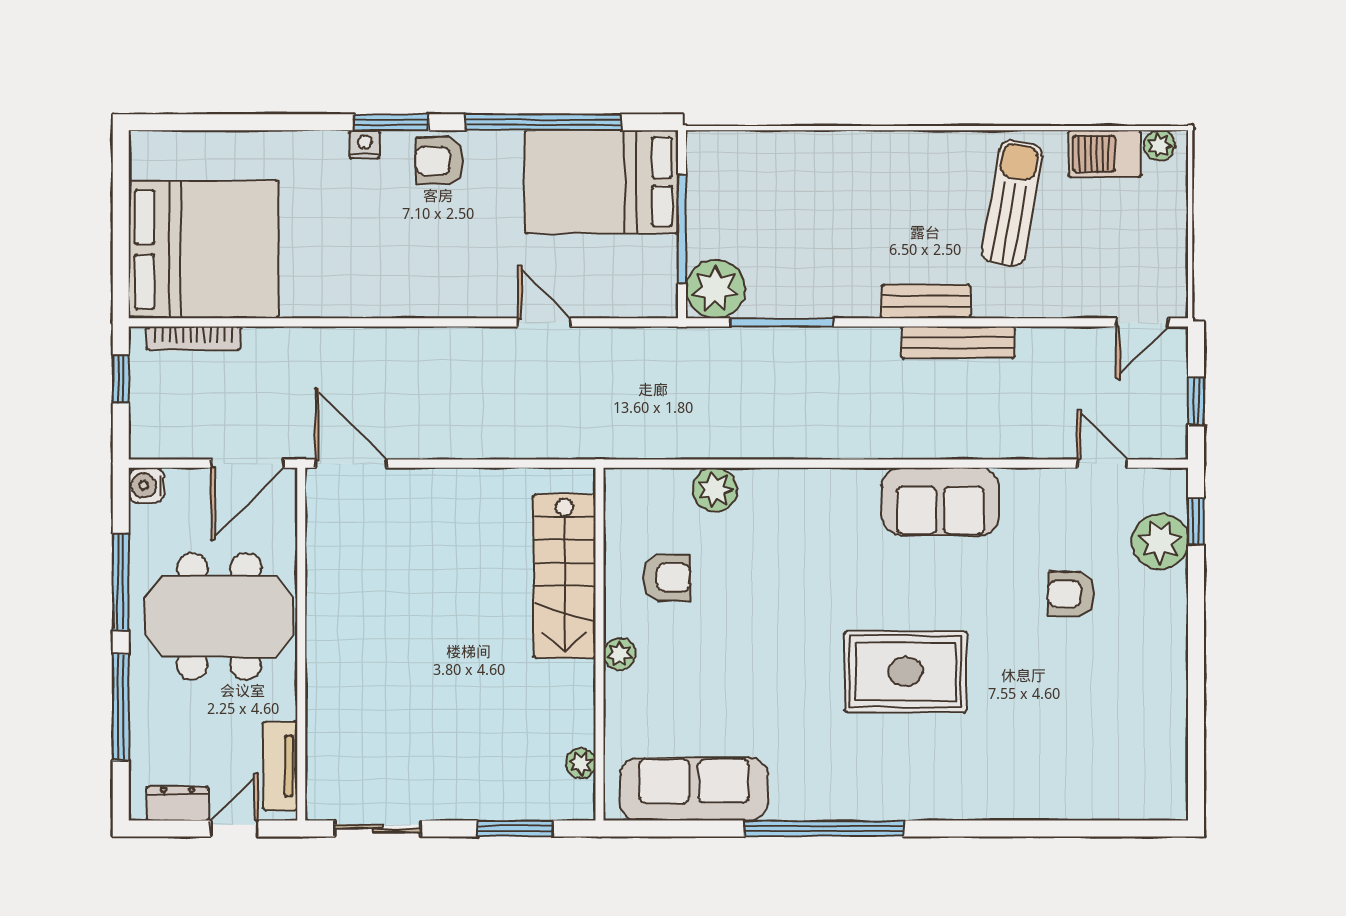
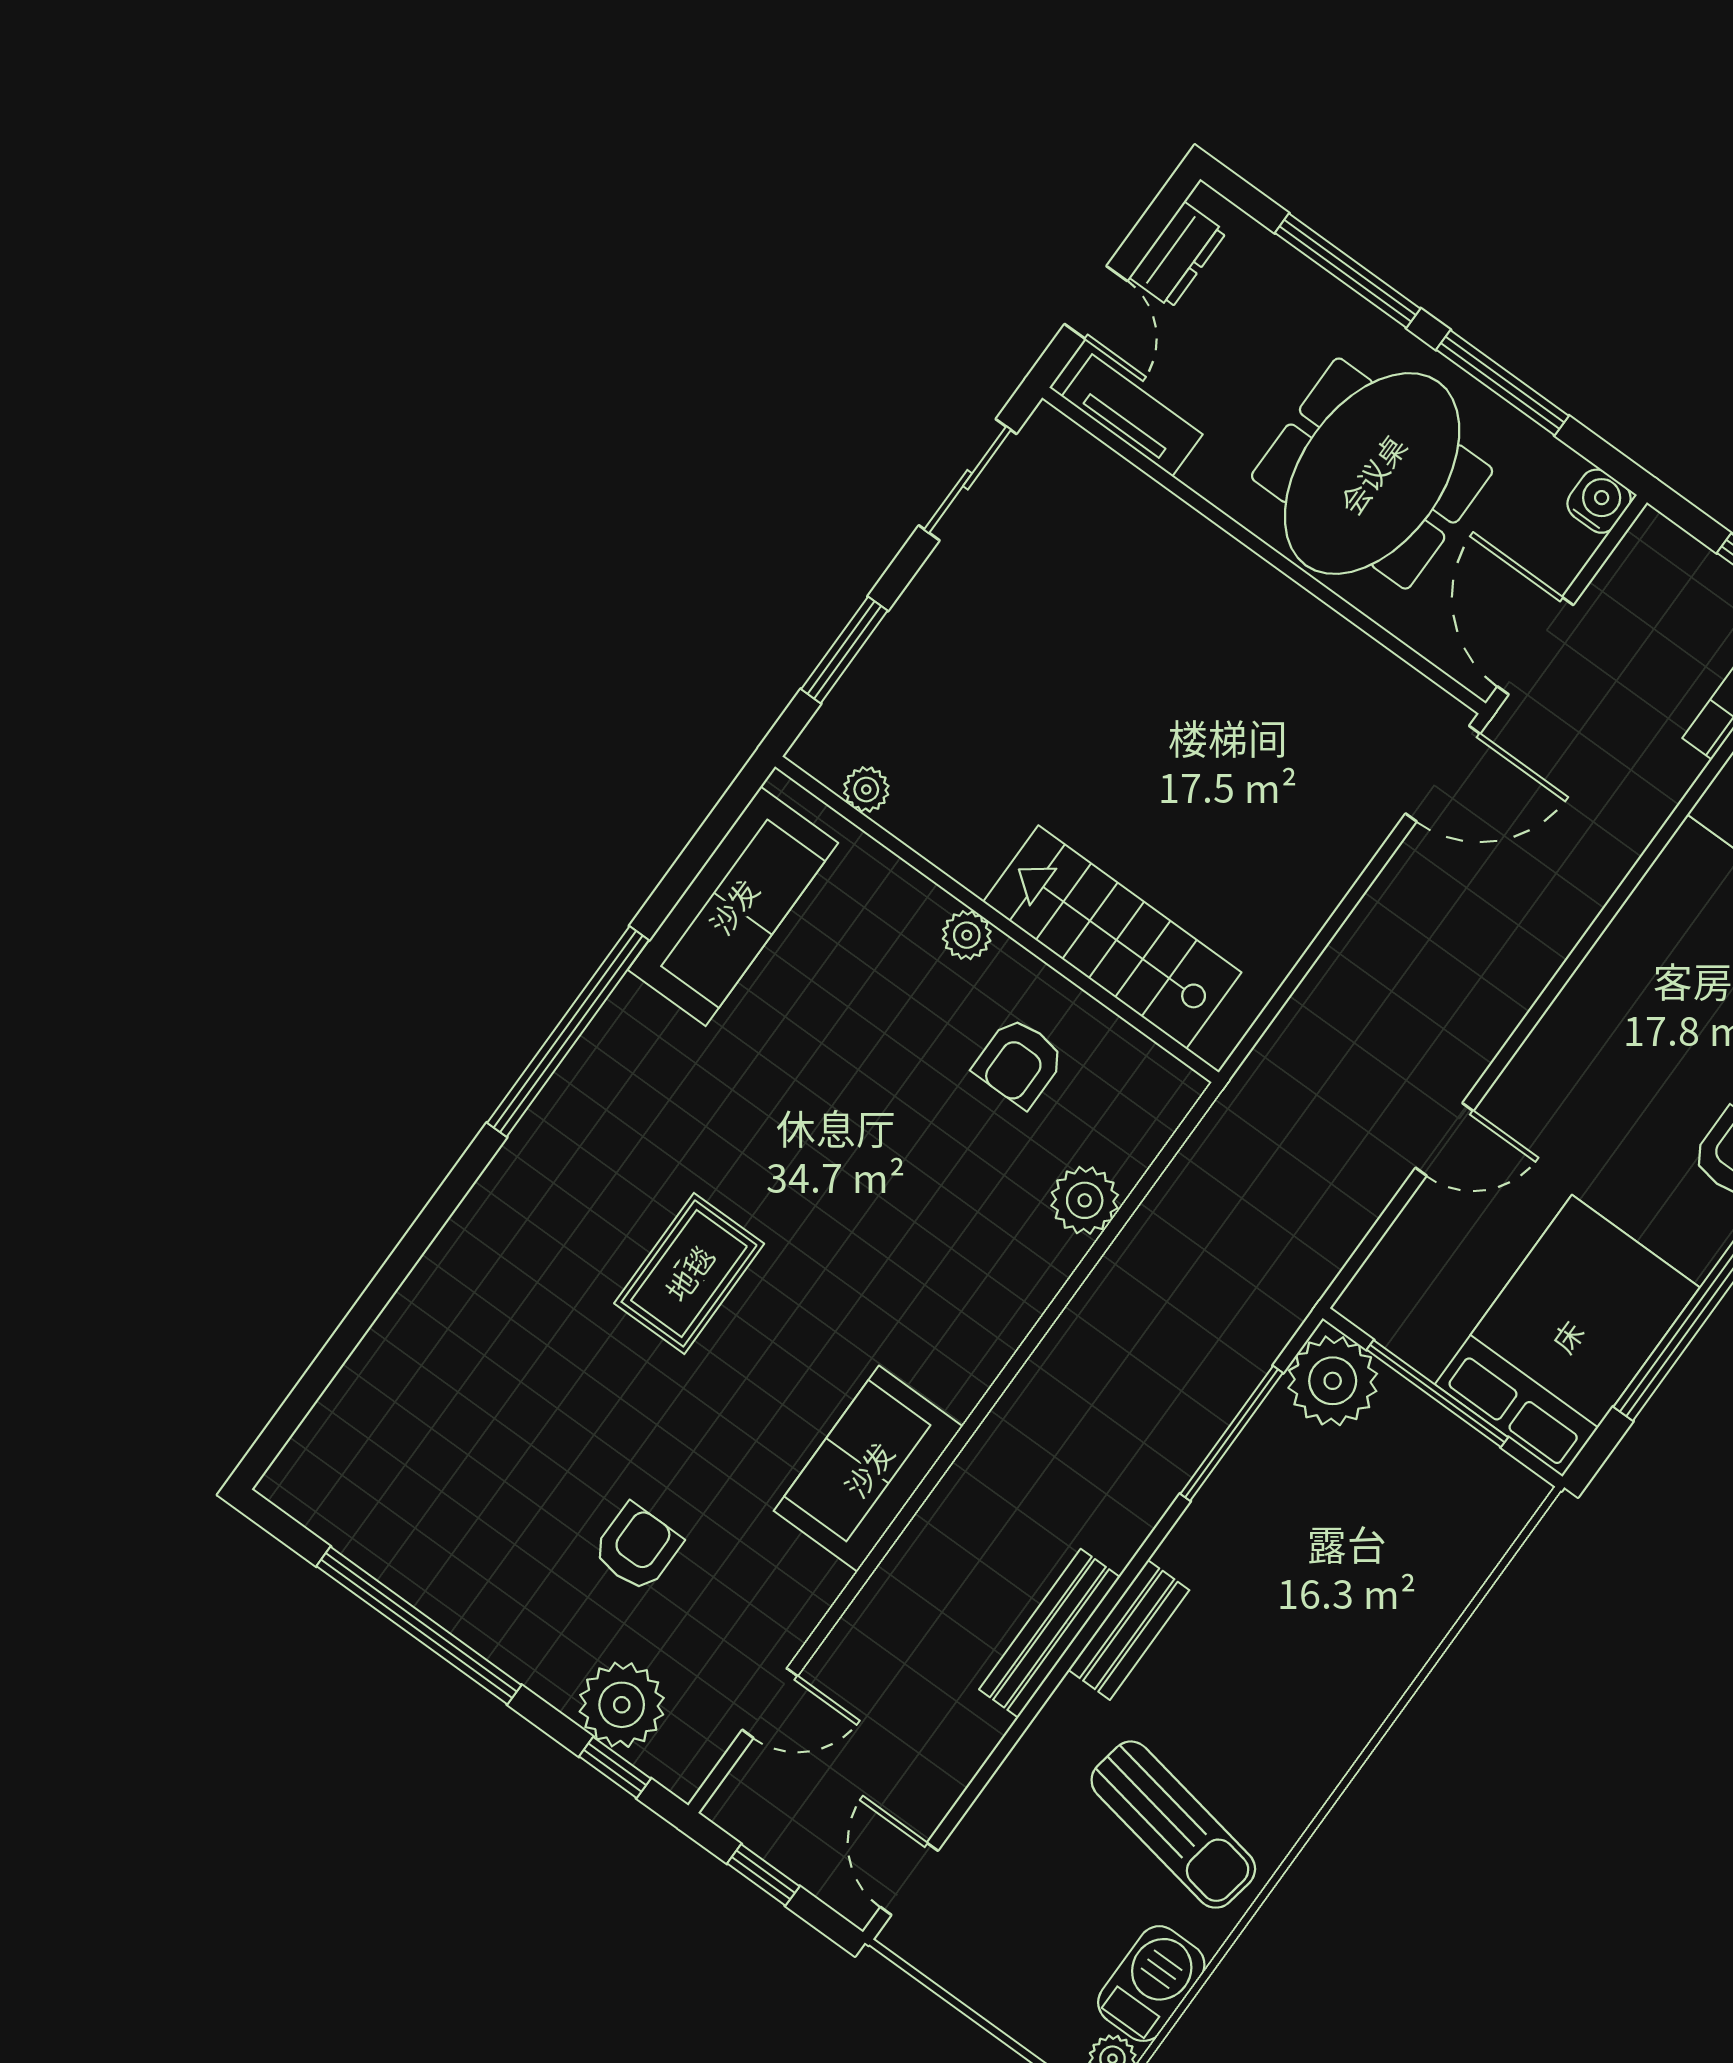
rug: (906, 672) -> (689, 1273), width x0.73, depth x0.70
window: (1196, 680) -> (419, 1626), added

